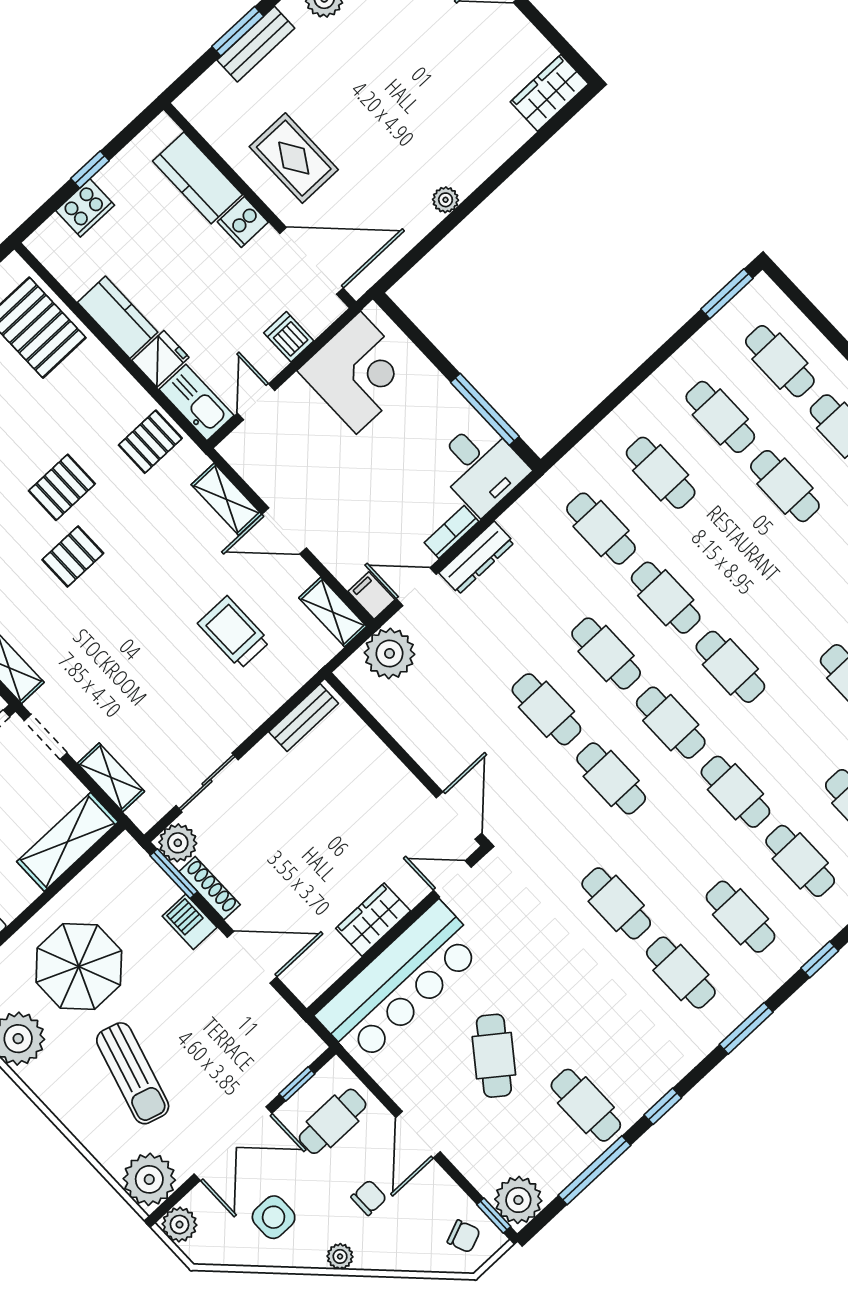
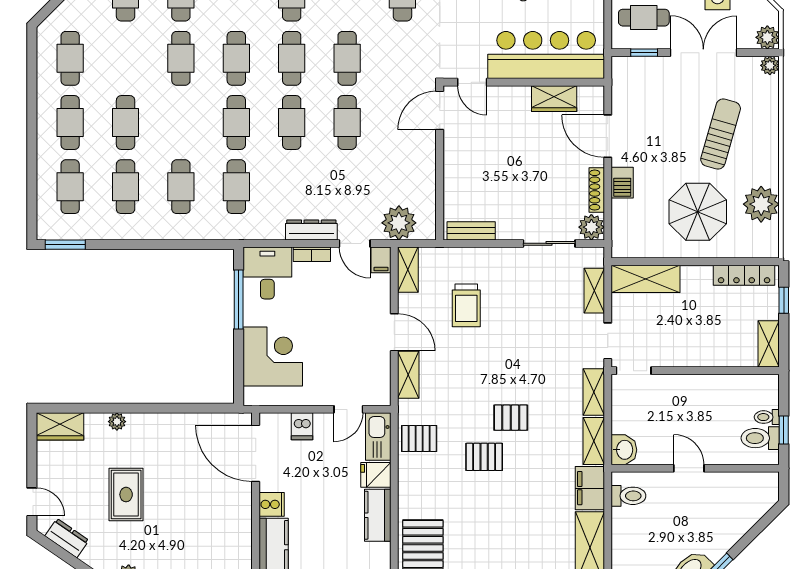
rug: (294, 158) -> (126, 495), moved
plant: (446, 200) -> (117, 422), moved
corner desk: (358, 373) -> (273, 356), moved, turned 90
cafe table: (790, 611) -> (181, 58), added
window: (174, 874) -> (608, 214), removed
wardrobe: (373, 920) -> (554, 99), moved
plant: (149, 1179) -> (770, 65), width x0.53, depth x0.53

